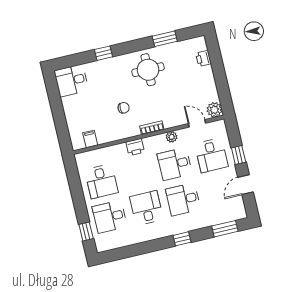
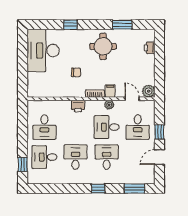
desk: (71, 81) -> (43, 51), width x1.87, depth x1.30
filing cabinet: (90, 139) -> (110, 91), moved
desk: (183, 199) -> (107, 157), turned 90

